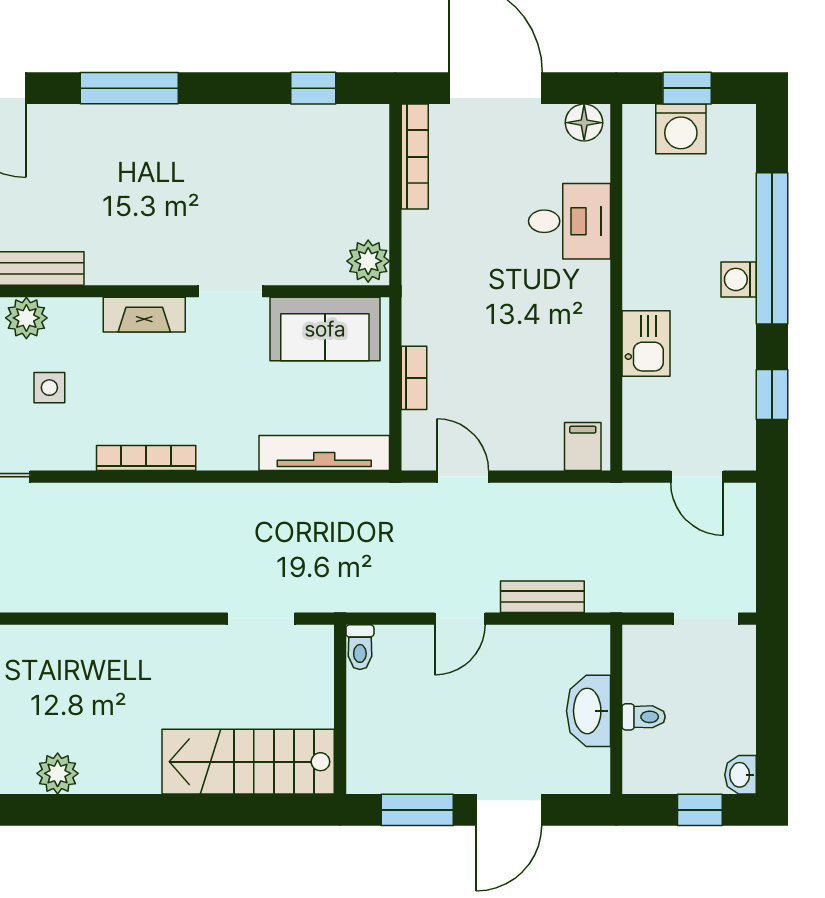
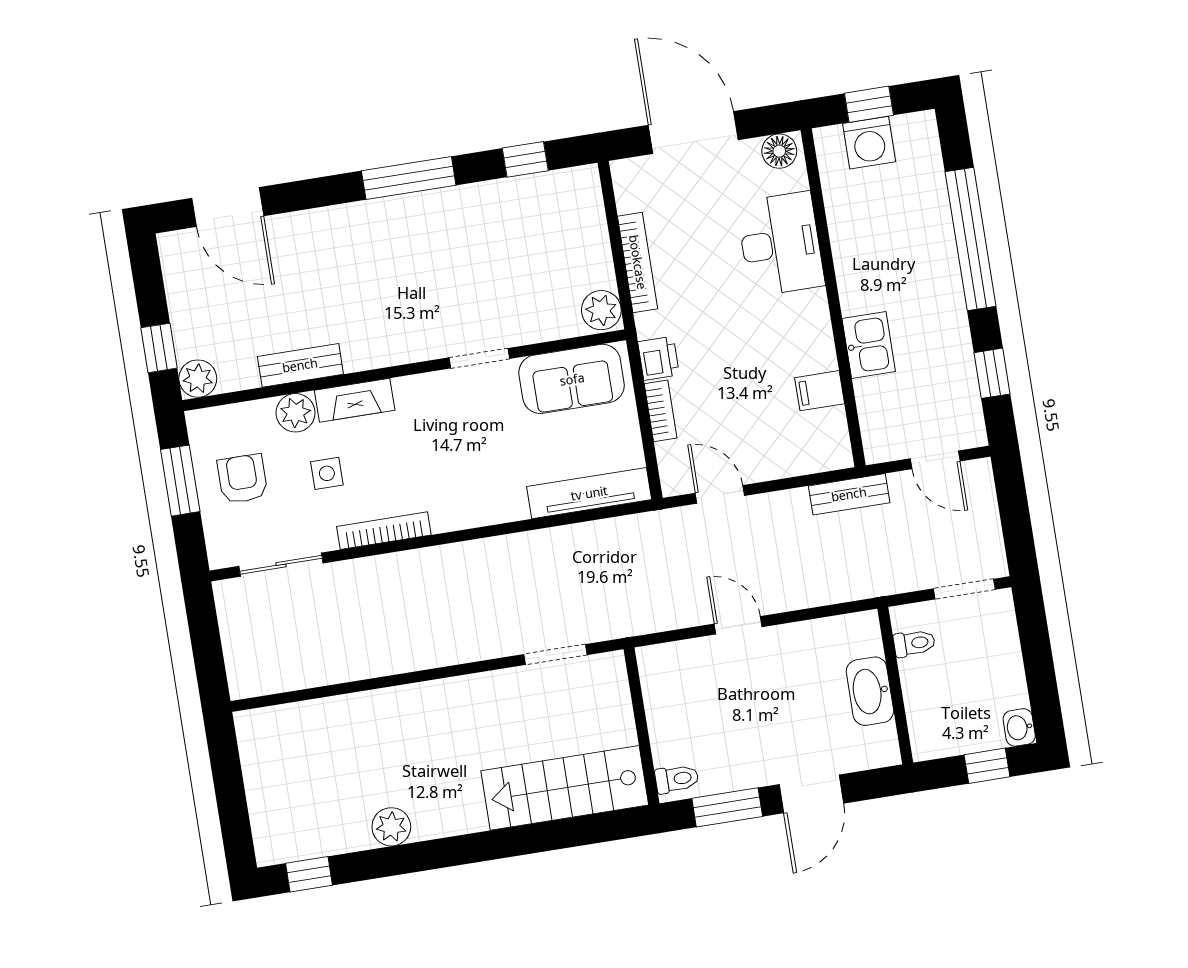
window: (129, 88) -> (409, 178), moved
bookcase: (415, 157) -> (638, 262), moved
desk: (569, 221) -> (780, 244), width x1.37
washing machine: (739, 279) -> (944, 272), removed
fireplace: (144, 315) -> (355, 400), moved
printer: (421, 322) -> (658, 358), added
filing cabinet: (583, 447) -> (820, 391), moved, turned -90
bookcase: (146, 458) -> (384, 531), moved
bench: (542, 597) -> (849, 494), moved
door: (460, 619) -> (738, 625), swing flipped
toilet: (360, 647) -> (677, 779), moved, turned -90
toilet: (644, 717) -> (914, 643), moved

